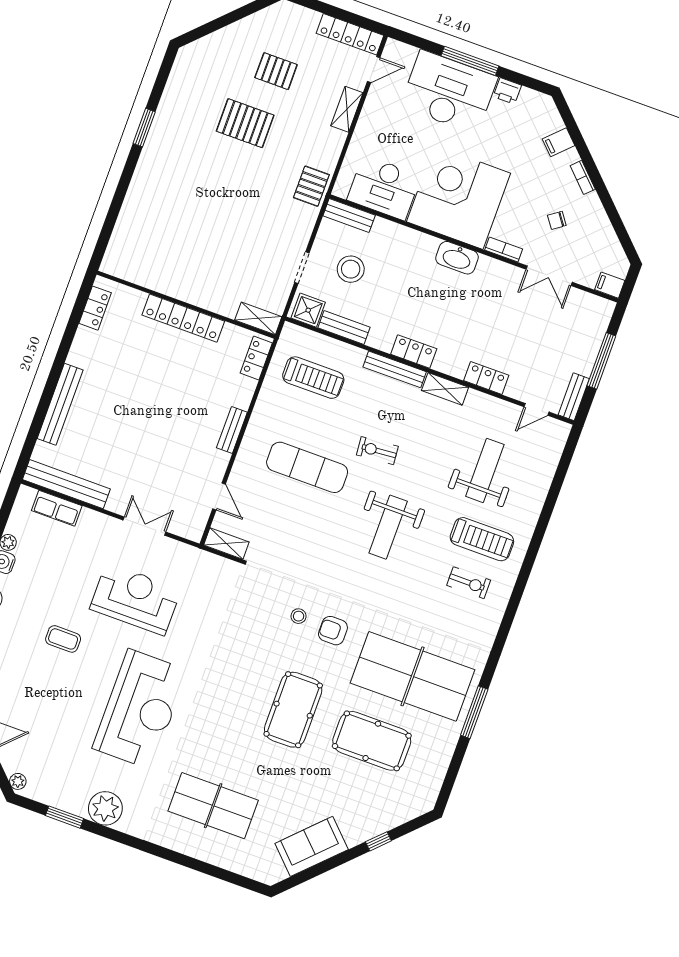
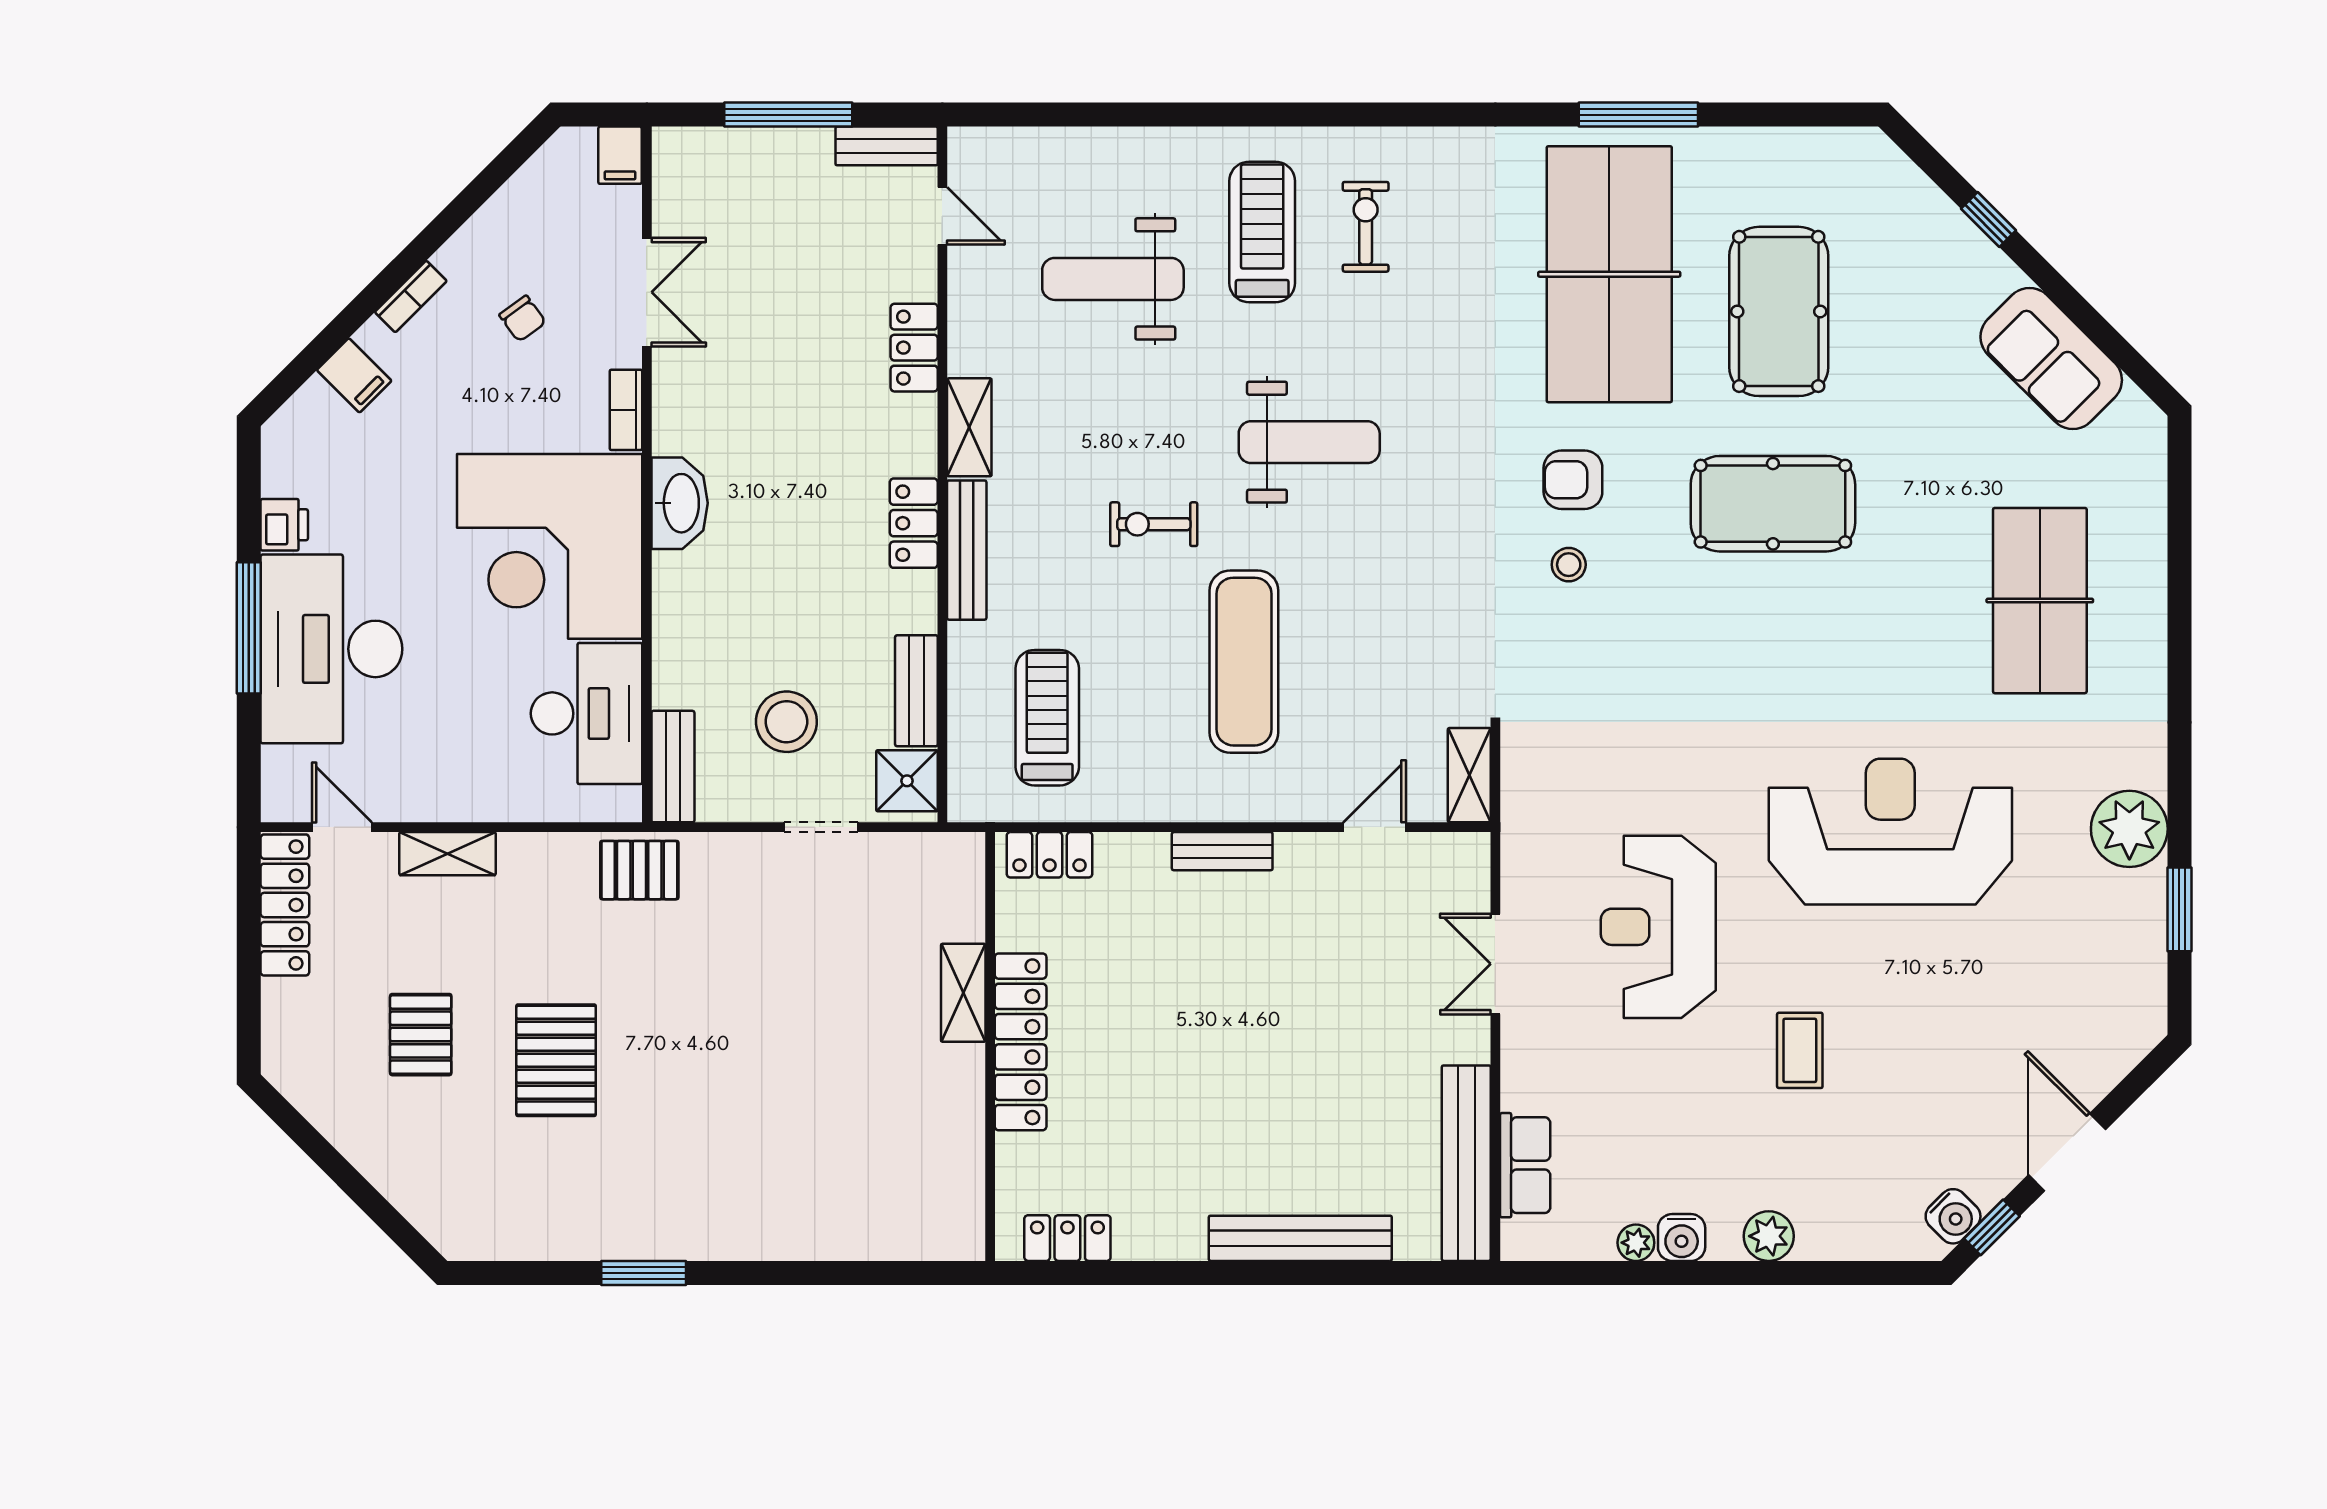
shelving: (258, 318) -> (963, 993), moved
exercise bike: (377, 451) -> (1154, 524), turned 95
armchair: (333, 631) -> (1573, 480), turned 90
plant: (18, 781) -> (2140, 1037), removed

